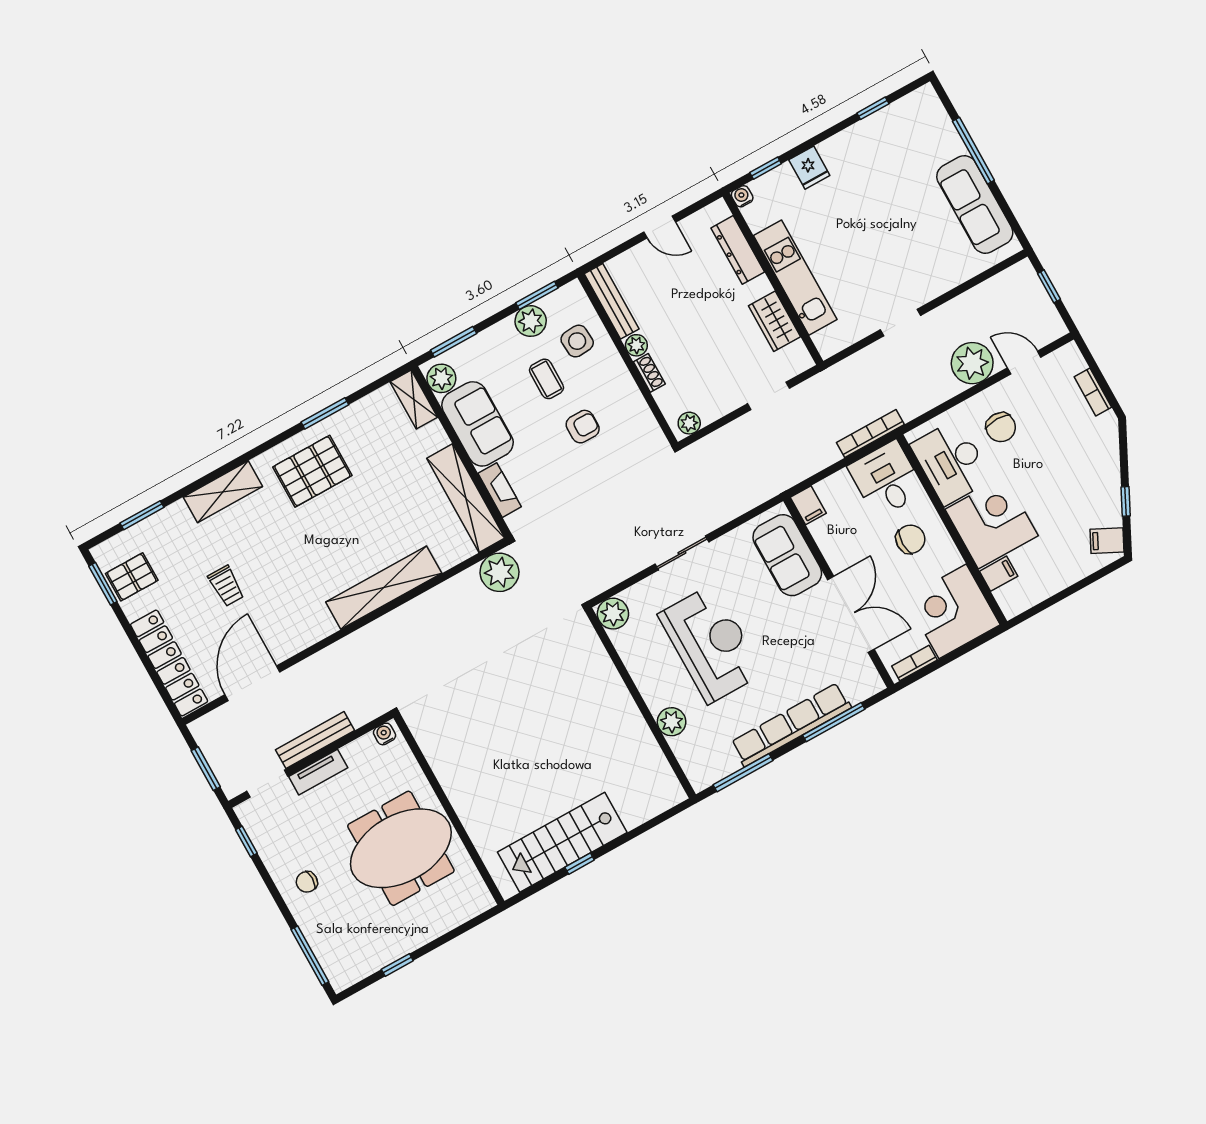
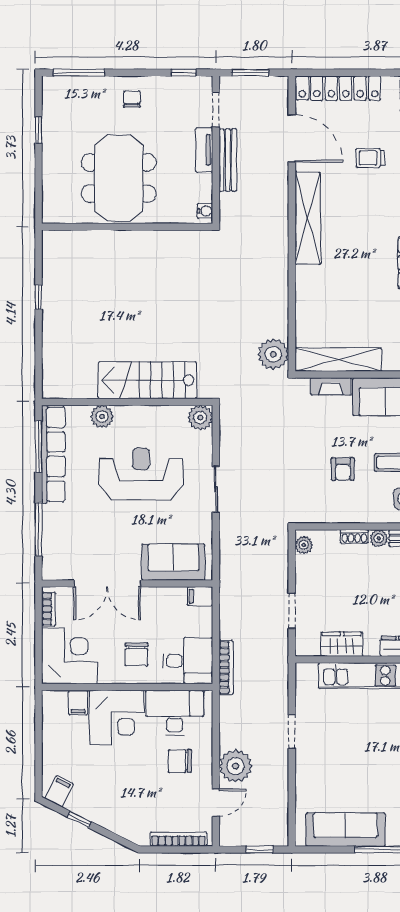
bookcase: (1093, 392) -> (179, 839), width x1.56
shelving: (384, 588) -> (308, 218), moved
reception desk: (711, 644) -> (141, 474), turned 180
row of seats: (791, 725) -> (53, 454), moved
stairs: (562, 842) -> (147, 380), moved, turned -90

